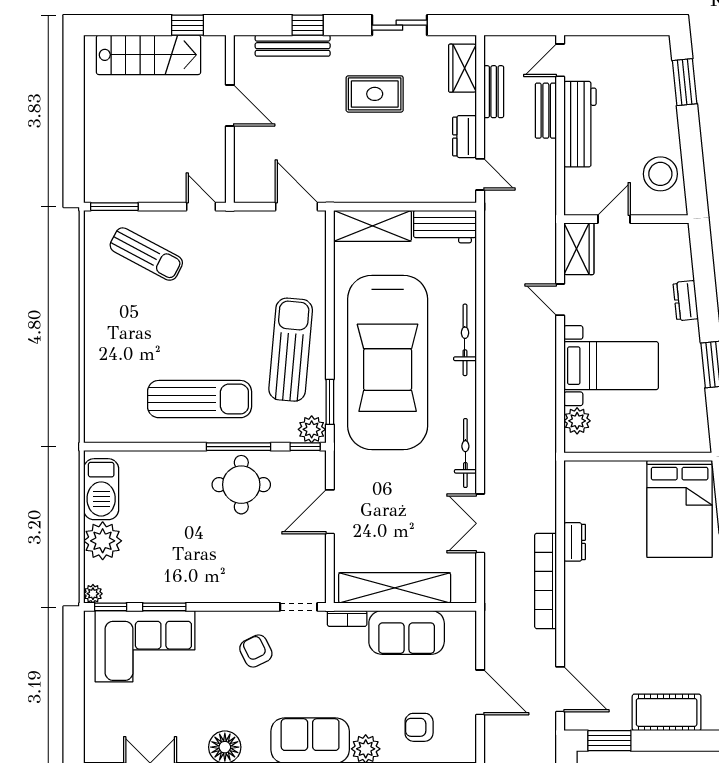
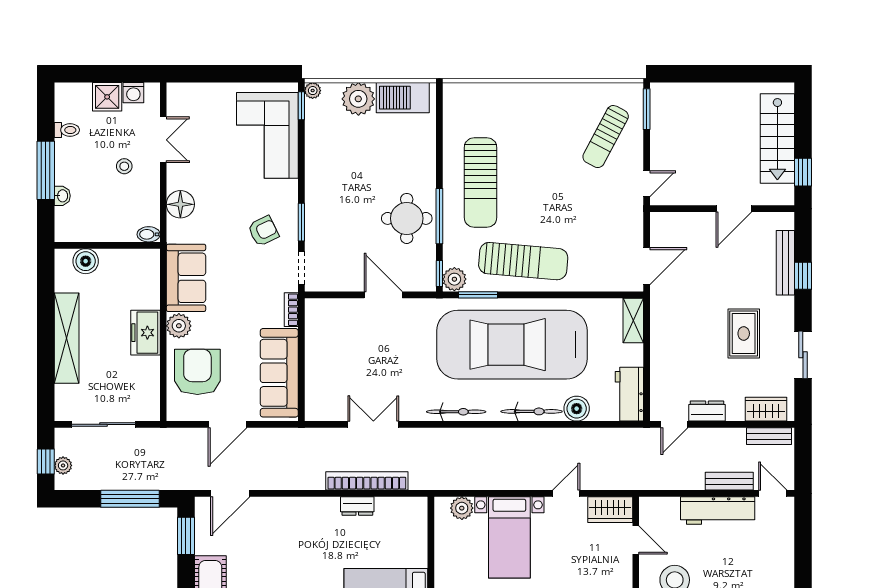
bench: (494, 92) -> (769, 436), moved
shelving: (373, 226) -> (633, 321), width x0.67, depth x0.75
boiler: (462, 288) -> (577, 409), added
bicycle: (465, 453) -> (456, 412), moved
bookcase: (546, 581) -> (367, 481), moved
shelving: (395, 588) -> (318, 351), removed
window: (164, 607) -> (301, 222), moved
sofa: (407, 632) -> (279, 373), width x1.36
armchair: (419, 727) -> (197, 372), width x1.88, depth x1.88

